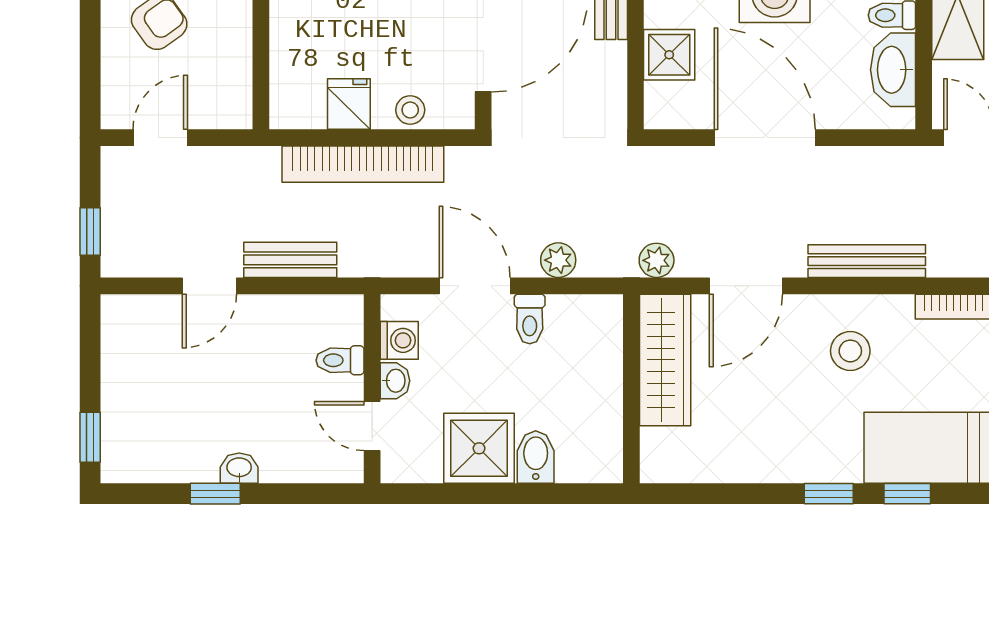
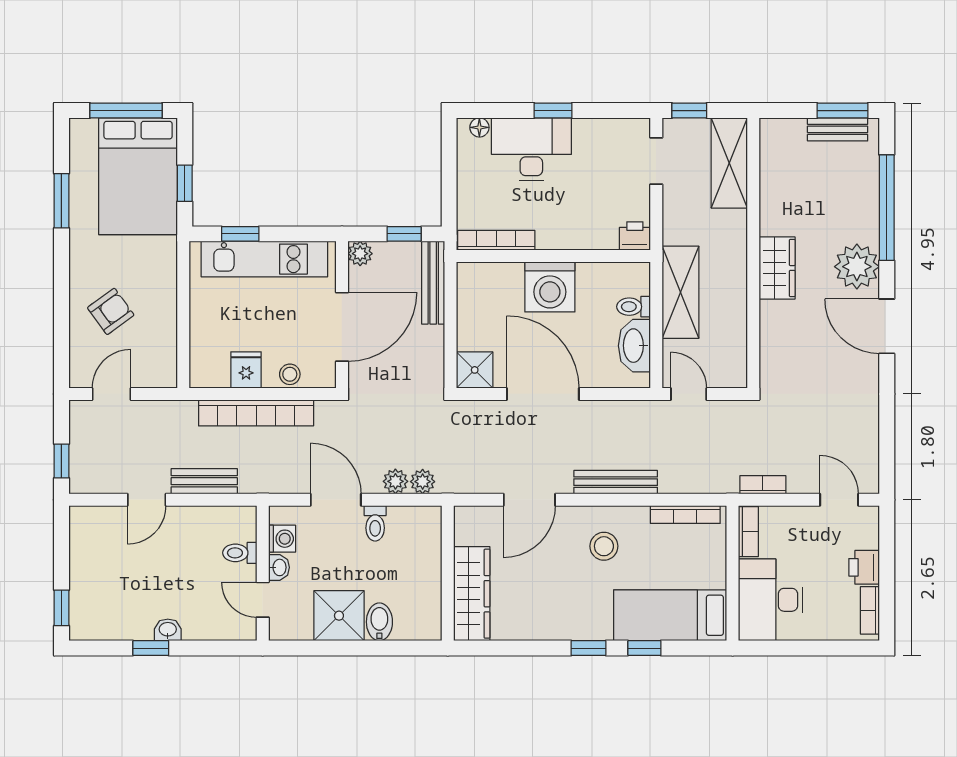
shower: (669, 55) -> (475, 370), moved
plant: (657, 260) -> (423, 482), moved
wardrobe: (665, 360) -> (472, 594), moved

